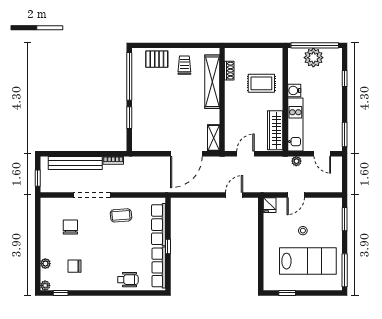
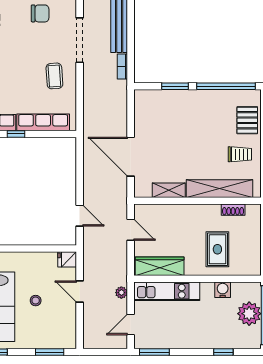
water cooler: (294, 90) -> (223, 290), moved
shelving: (214, 138) -> (169, 190), moved

